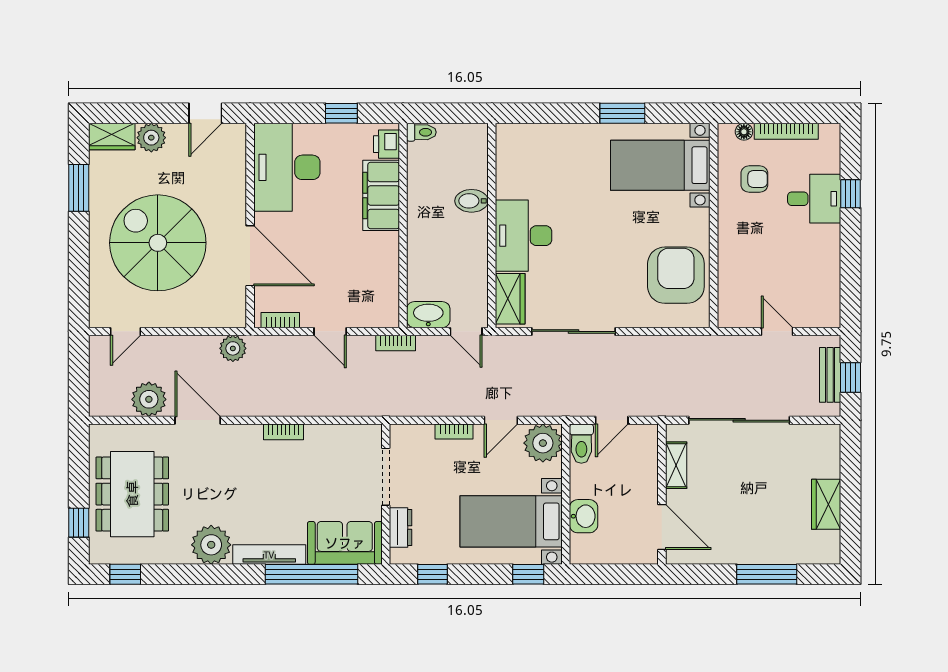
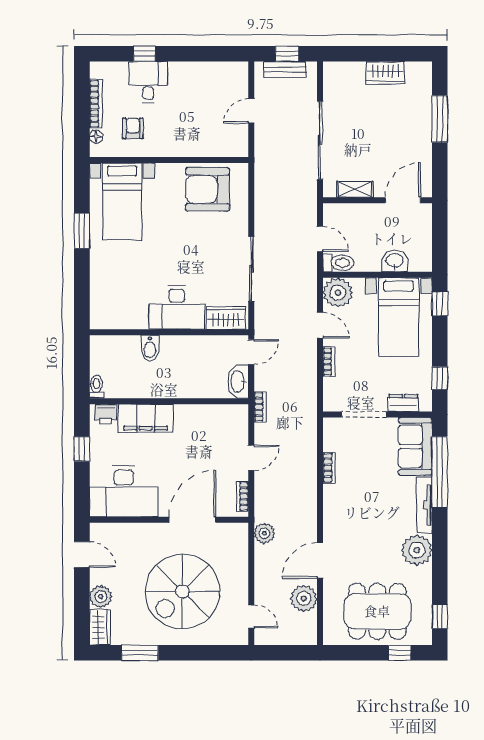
bookcase: (284, 432) -> (329, 468), moved

